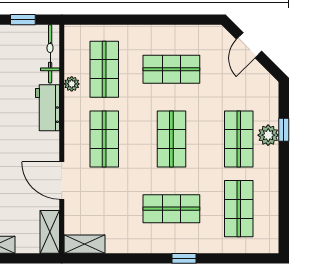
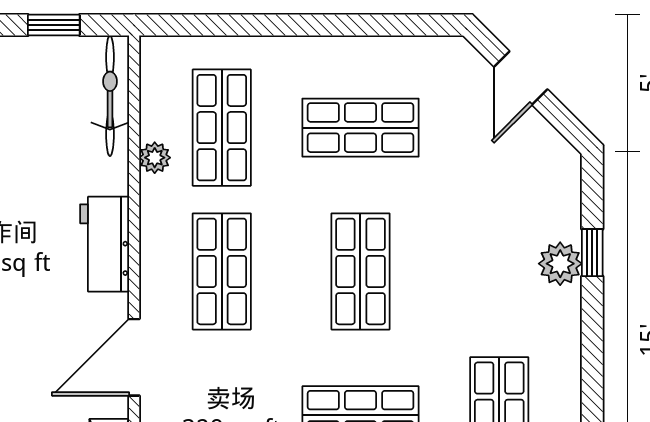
workbench: (47, 108) -> (105, 244), moved
shop shelf: (239, 139) -> (499, 271), removed
door: (62, 181) -> (134, 357), hinge flipped

